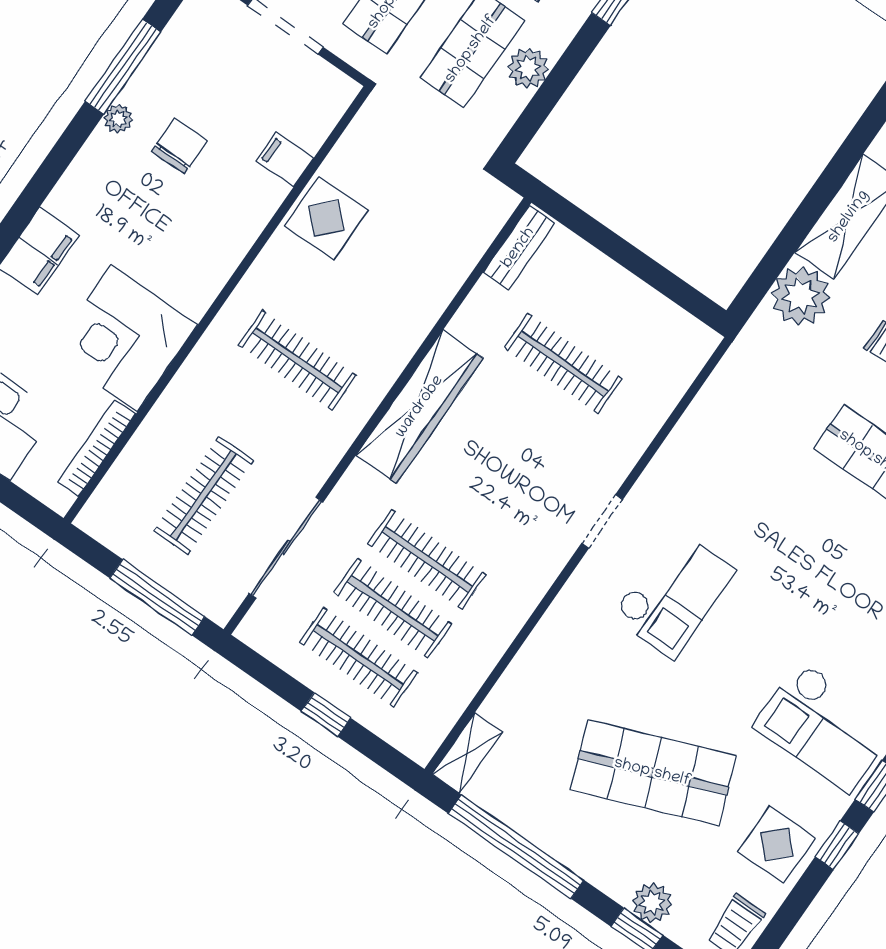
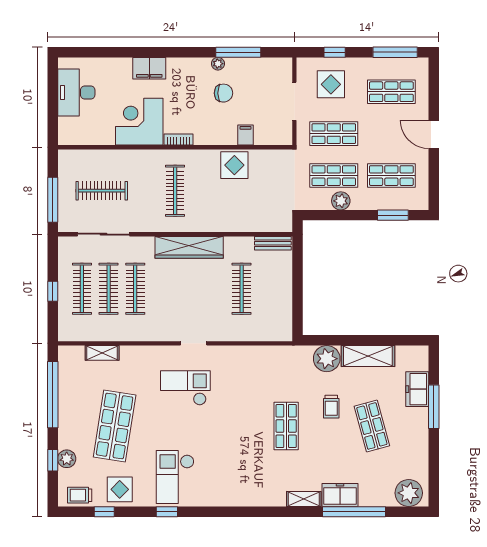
bookcase: (97, 448) -> (178, 139), moved, width x0.64
checkout: (674, 594) -> (185, 388), turned 180
shelving: (467, 753) -> (102, 353), moved
shop shelf: (653, 773) -> (115, 426), turned 30
window: (837, 845) -> (104, 512), moved

